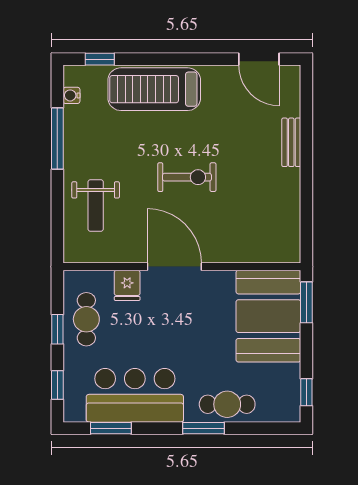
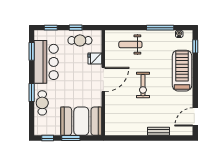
window: (306, 302) -> (71, 138), moved

